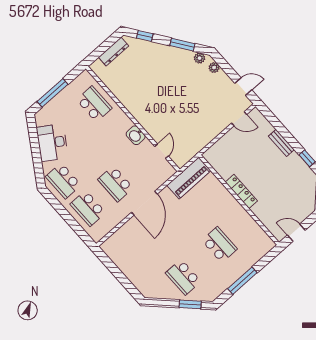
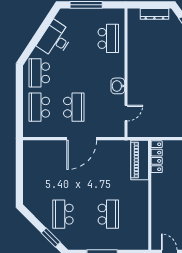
piano: (189, 178) -> (140, 160), moved, turned 90
school desk: (116, 184) -> (74, 107), turned 180
locker: (241, 191) -> (157, 157), moved

